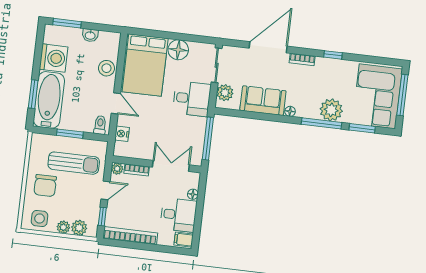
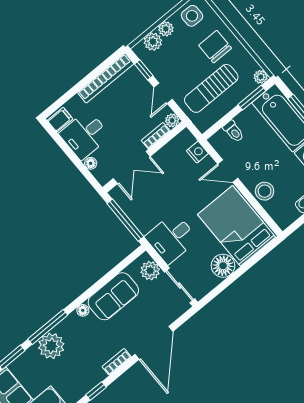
toilet: (100, 125) -> (234, 131), moved
window: (70, 134) -> (252, 98), moved
plant: (37, 139) -> (261, 77), added

